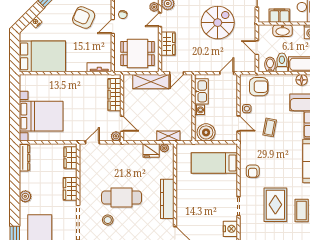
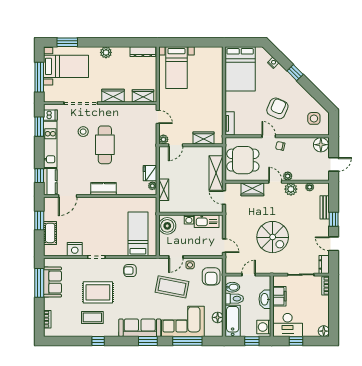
dining table: (137, 54) -> (243, 160), turned 90
wardrobe: (114, 95) -> (203, 138), width x0.67
bed with nightstands: (41, 116) -> (176, 68), width x0.73
coffee table: (270, 127) -> (172, 287), width x1.86, depth x1.72
kitchen counter: (167, 199) -> (104, 189), width x0.67

